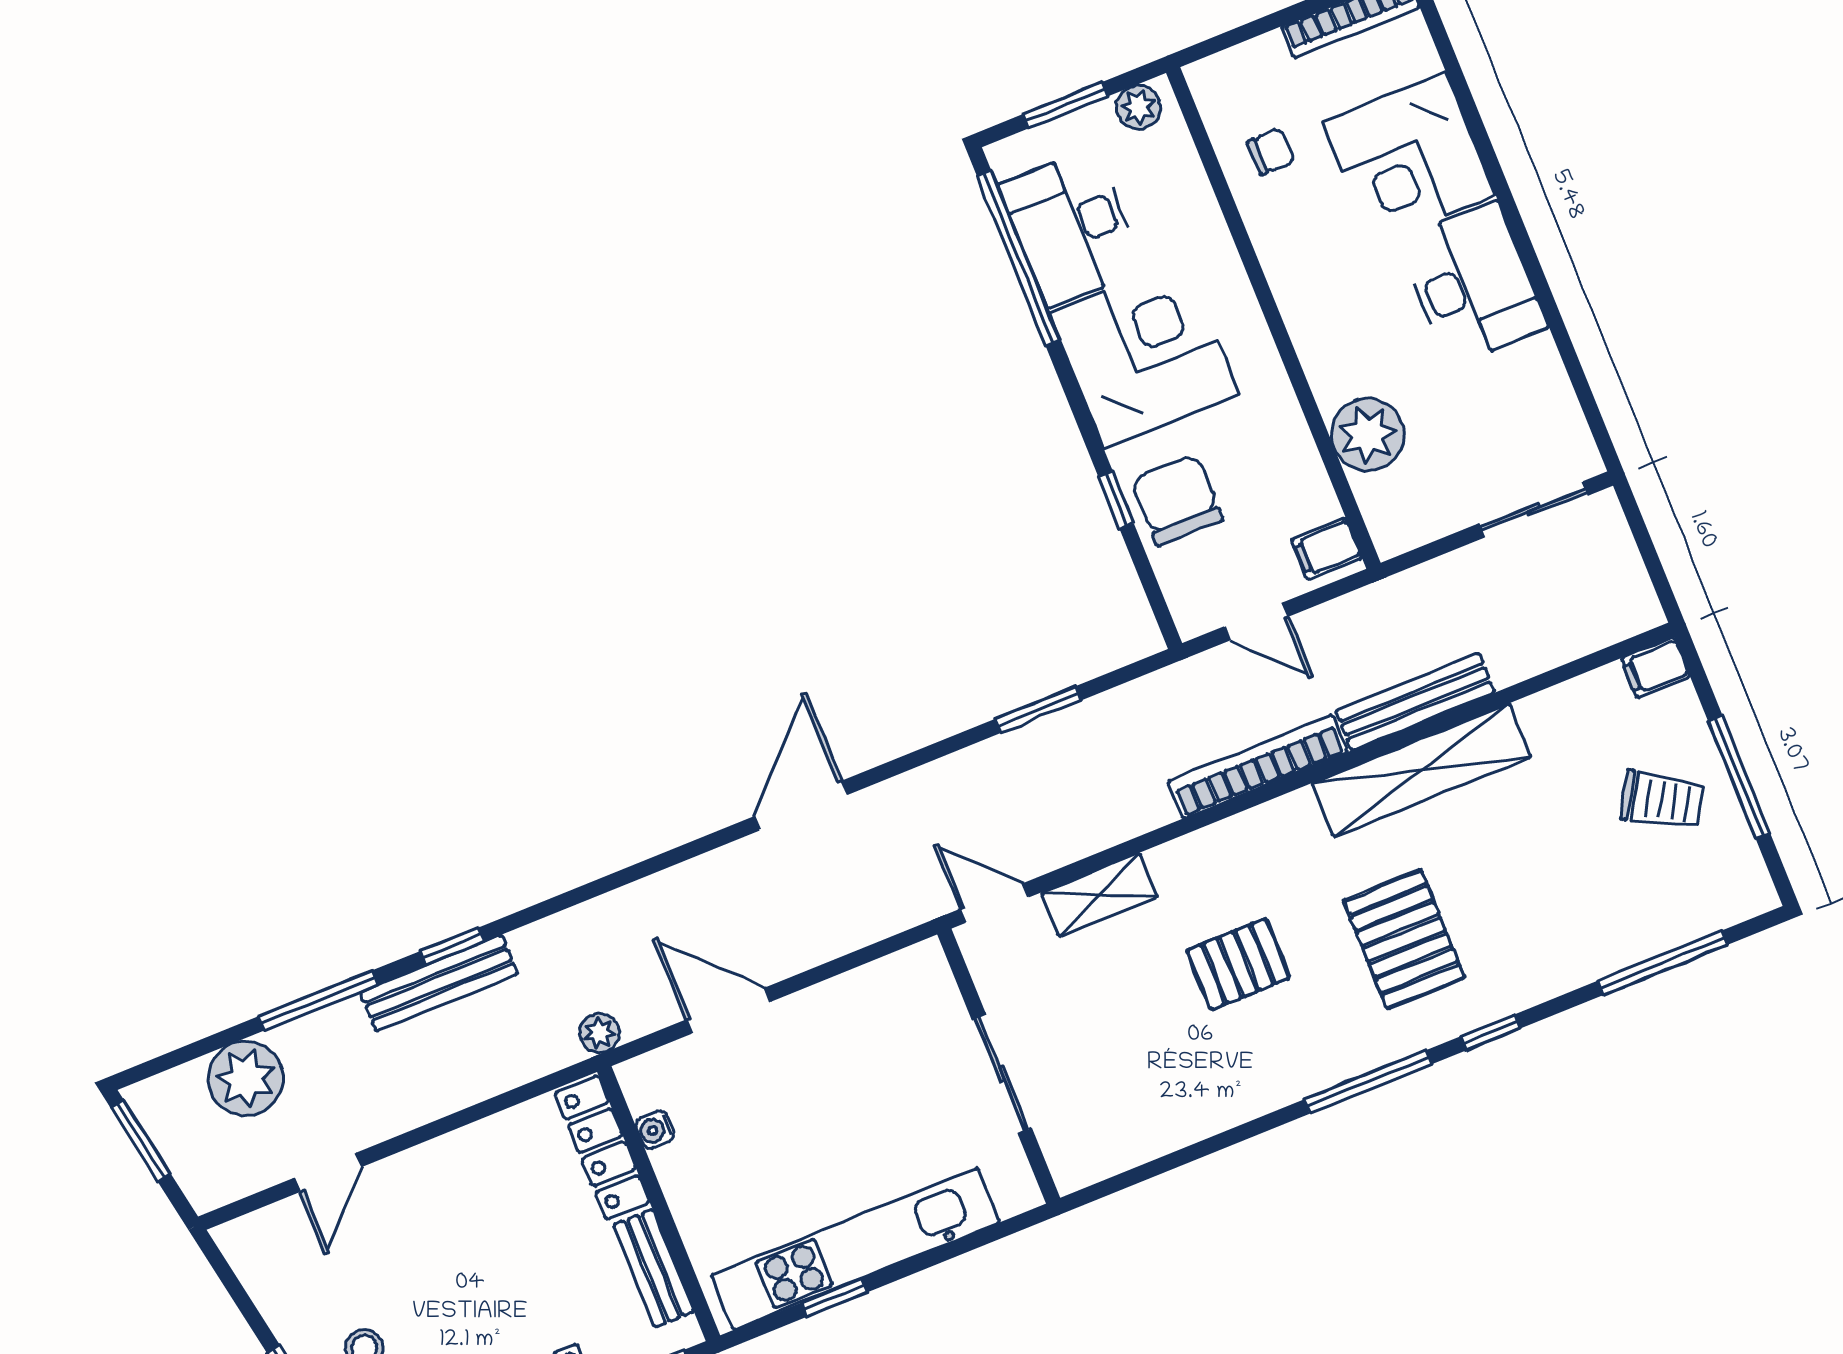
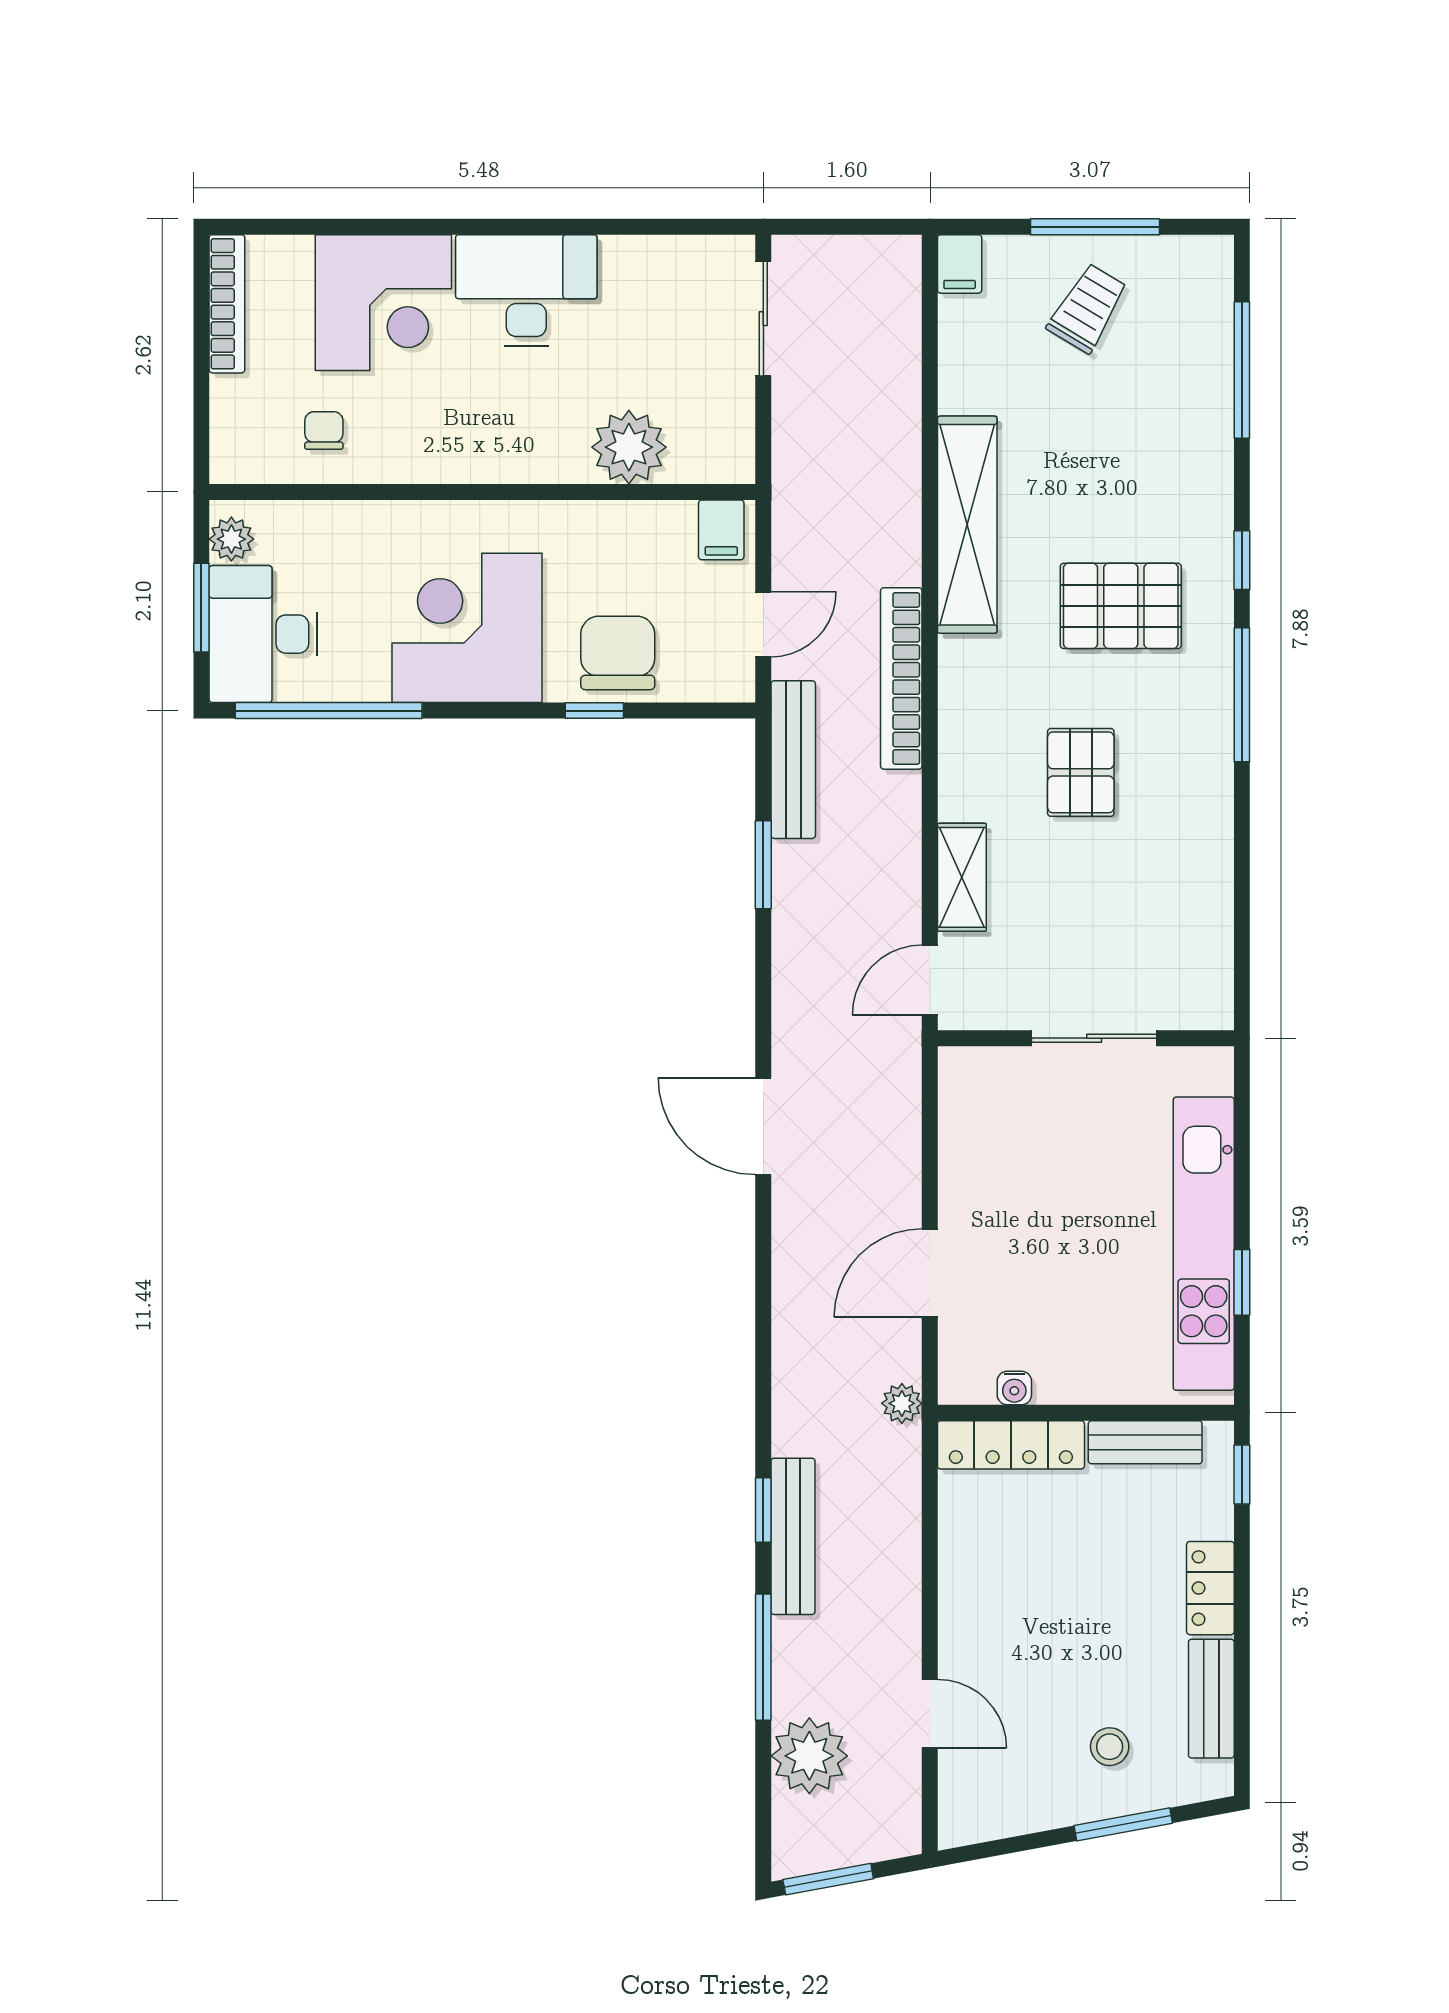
desk: (1071, 227) -> (263, 634), moved, turned 90
chair: (1177, 500) -> (618, 653), turned 90
bench: (1415, 701) -> (793, 760), moved

